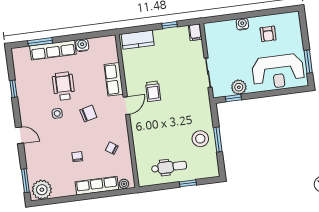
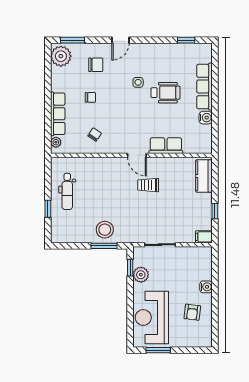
armchair: (268, 34) -> (192, 312), turned -83
window: (40, 42) -> (215, 74), removed
window: (13, 89) -> (186, 40), moved
chair: (88, 114) -> (96, 65), moved, turned -76
stool: (200, 139) -> (105, 230), moved
window: (218, 139) -> (104, 246), moved

